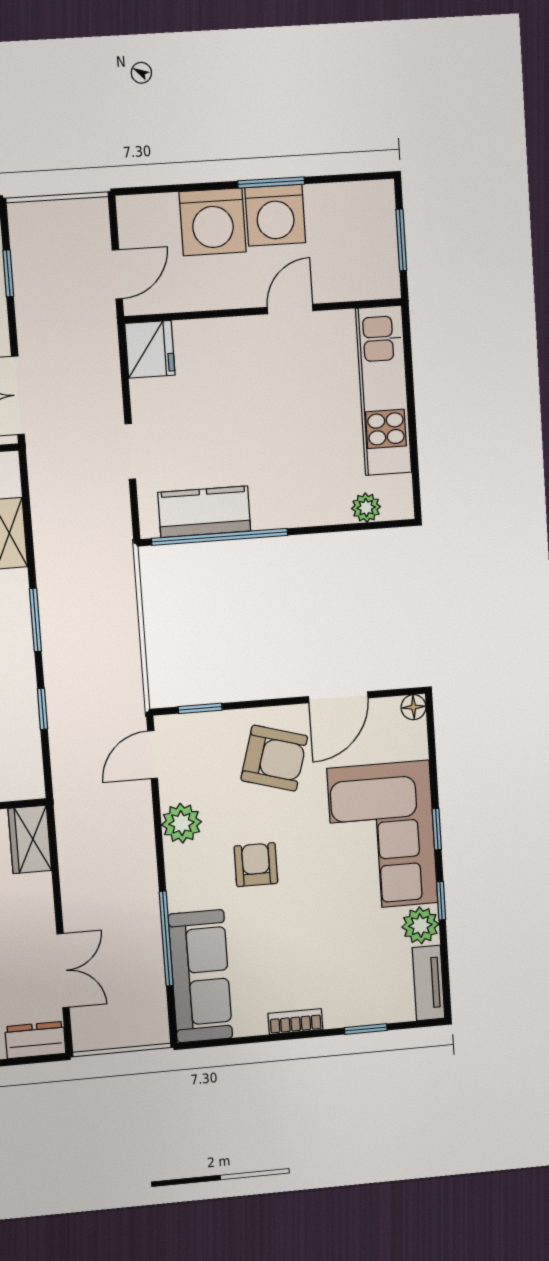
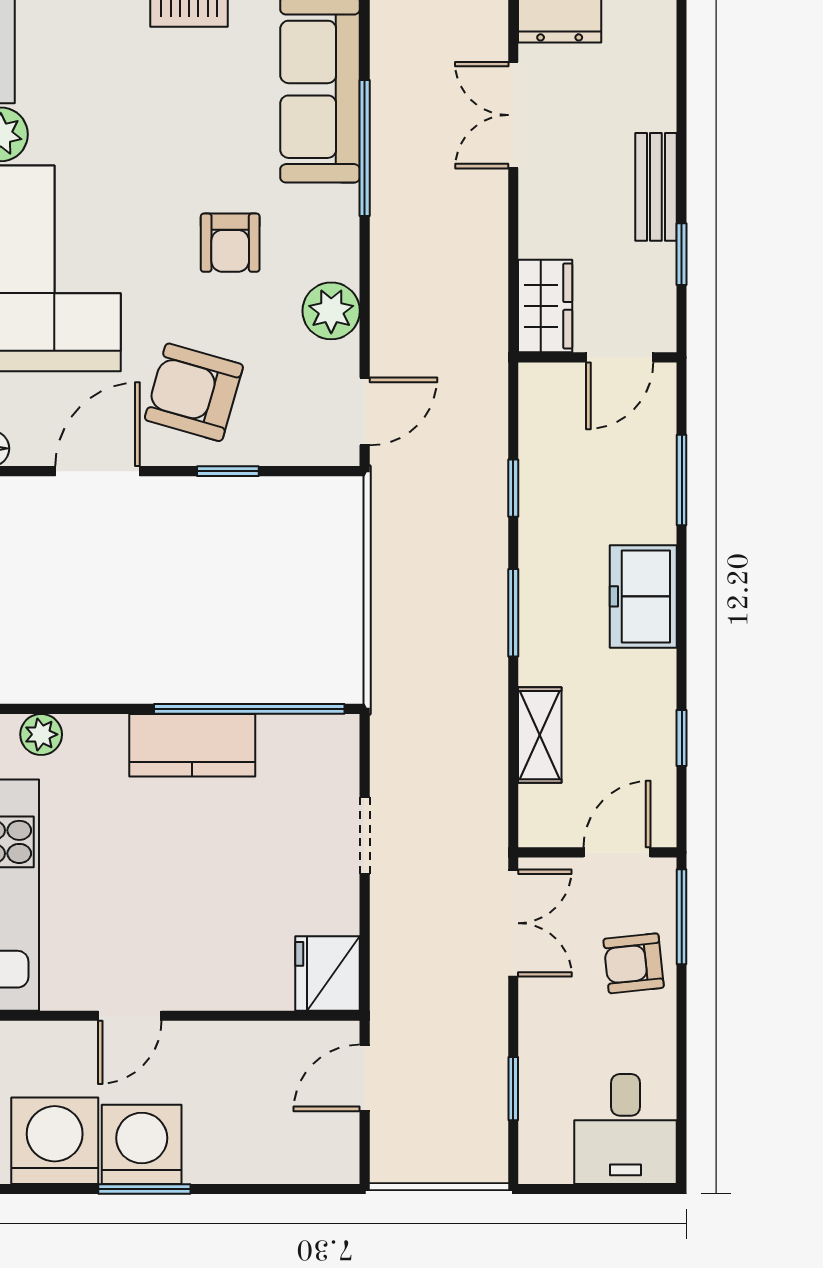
washing machine: (213, 222) -> (55, 1141), moved
kitchen counter: (204, 512) -> (192, 745), moved
window: (200, 708) -> (228, 471), moved

